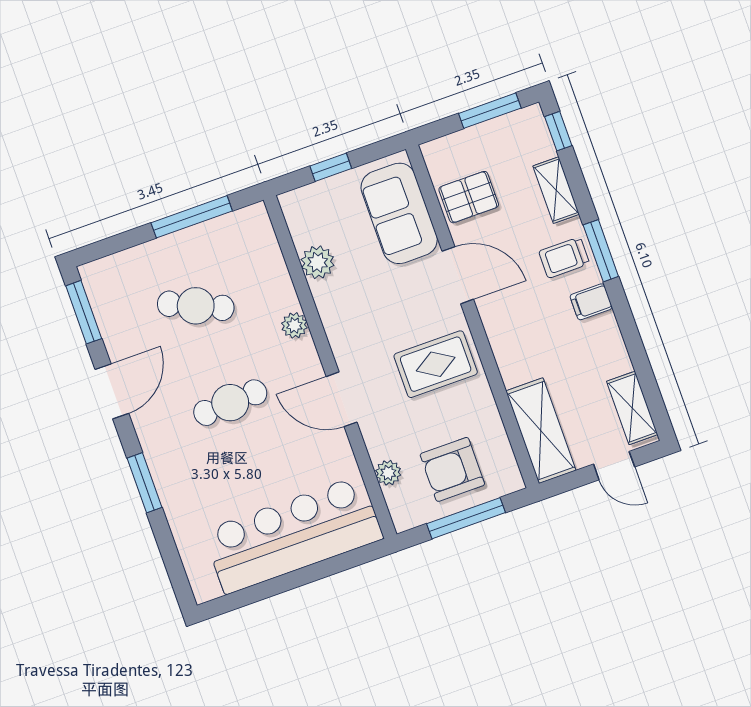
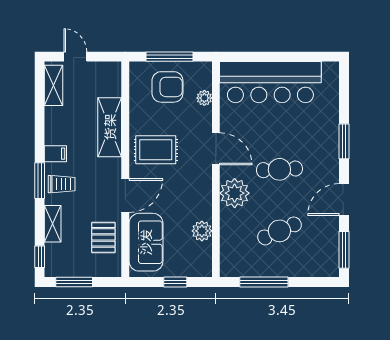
pallet: (469, 197) -> (103, 237), turned 90
door: (458, 275) -> (125, 196), swing flipped
cafe table: (196, 306) -> (279, 231), turned -48
plant: (294, 325) -> (235, 193), width x1.88, depth x1.88
shelving: (541, 431) -> (110, 127), moved

